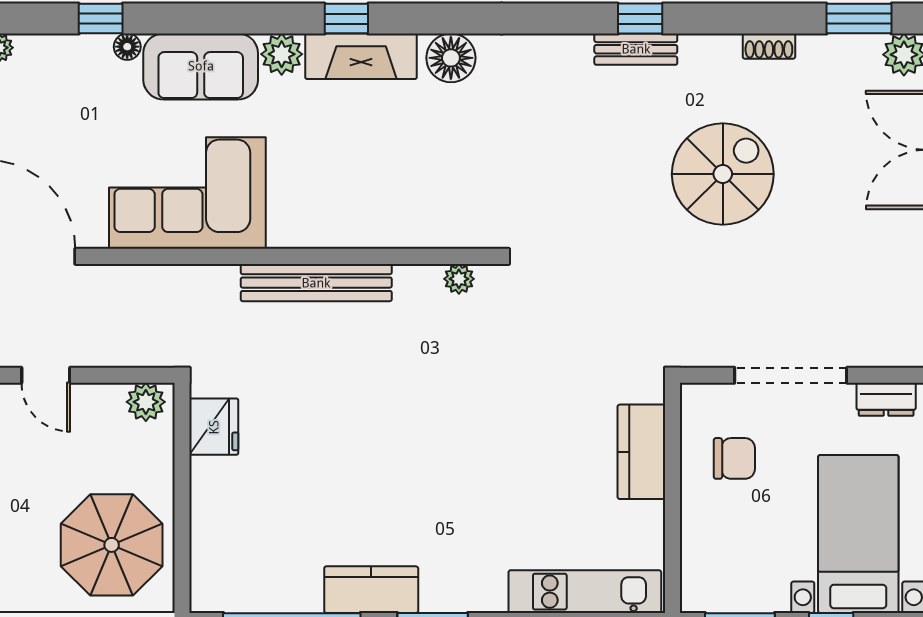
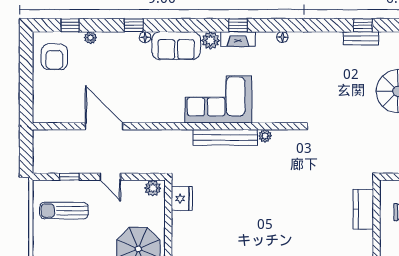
fireplace: (361, 56) -> (238, 39), width x0.73, depth x0.76
floor lamp: (451, 58) -> (282, 37), width x0.53, depth x0.53
corner sofa: (187, 193) -> (218, 99), moved
plant: (459, 279) -> (265, 136), moved

